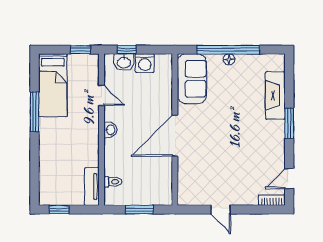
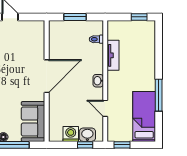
tv unit: (92, 187) -> (113, 55), moved

